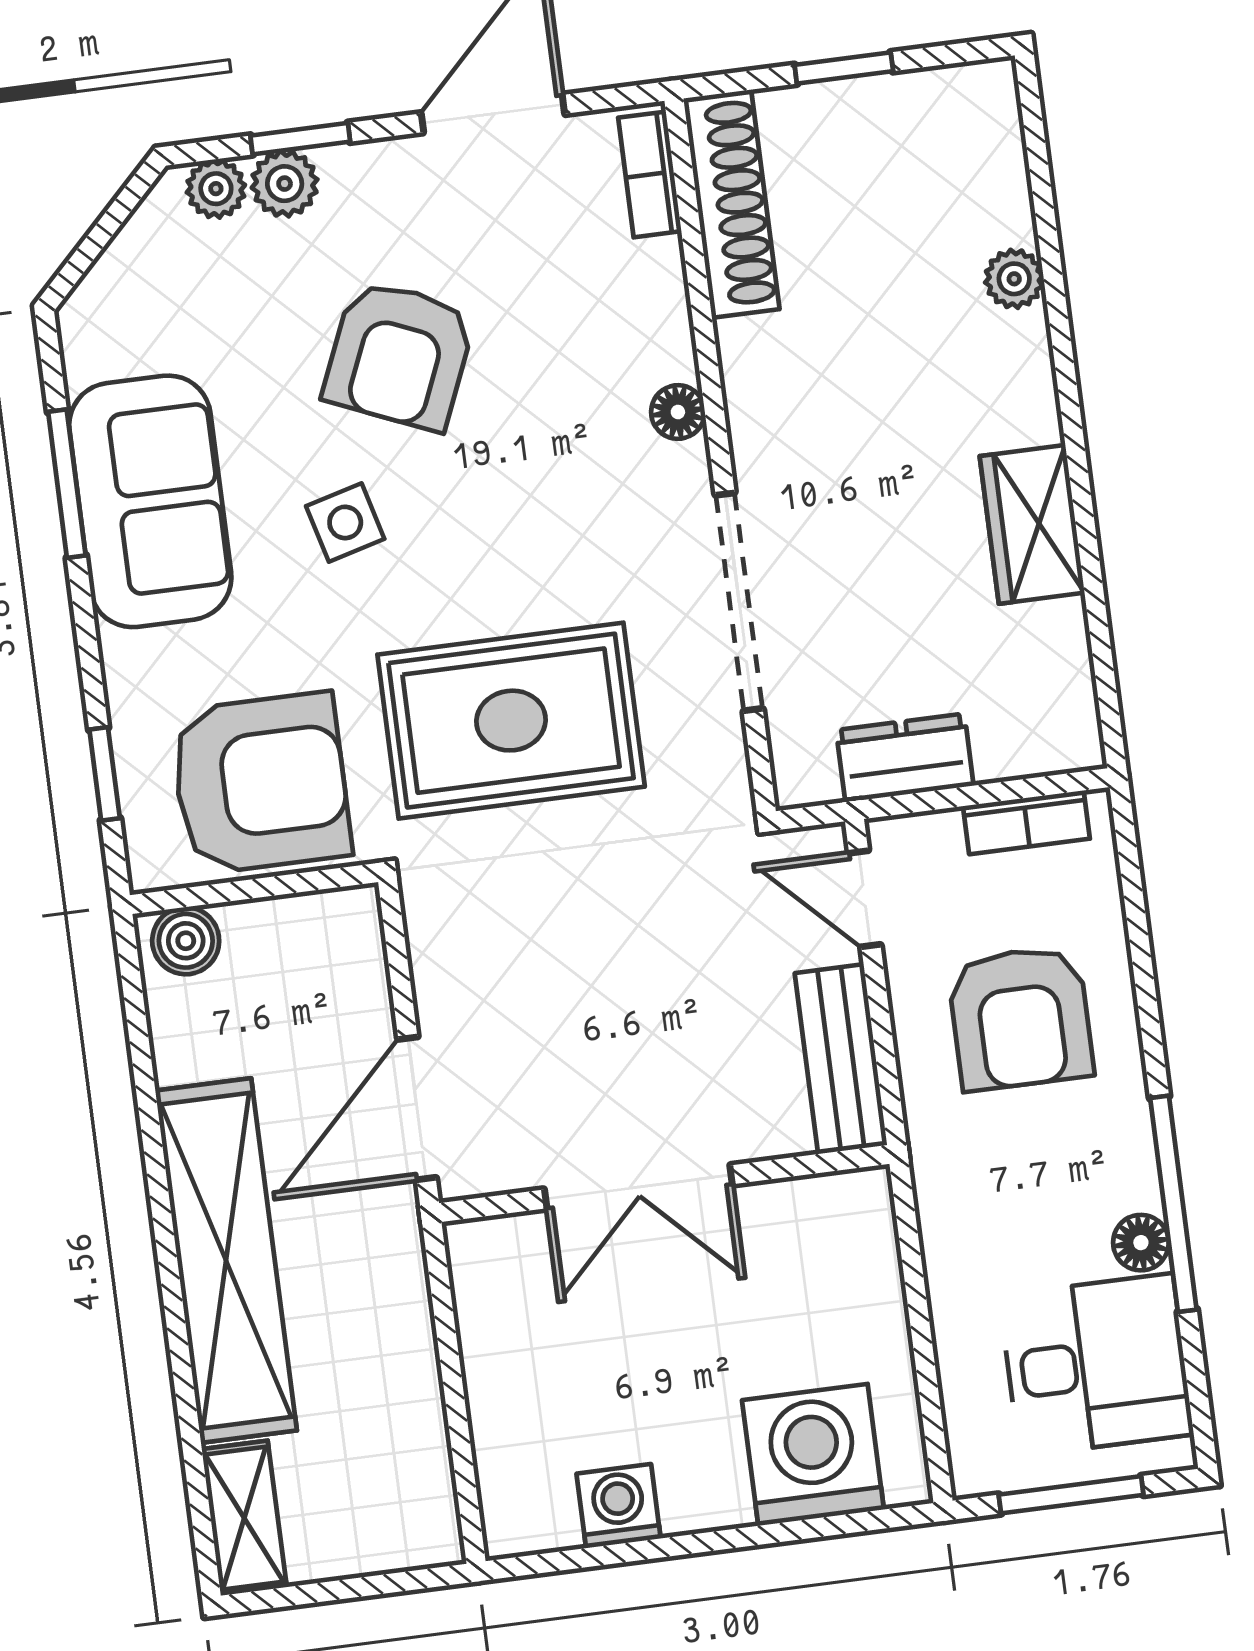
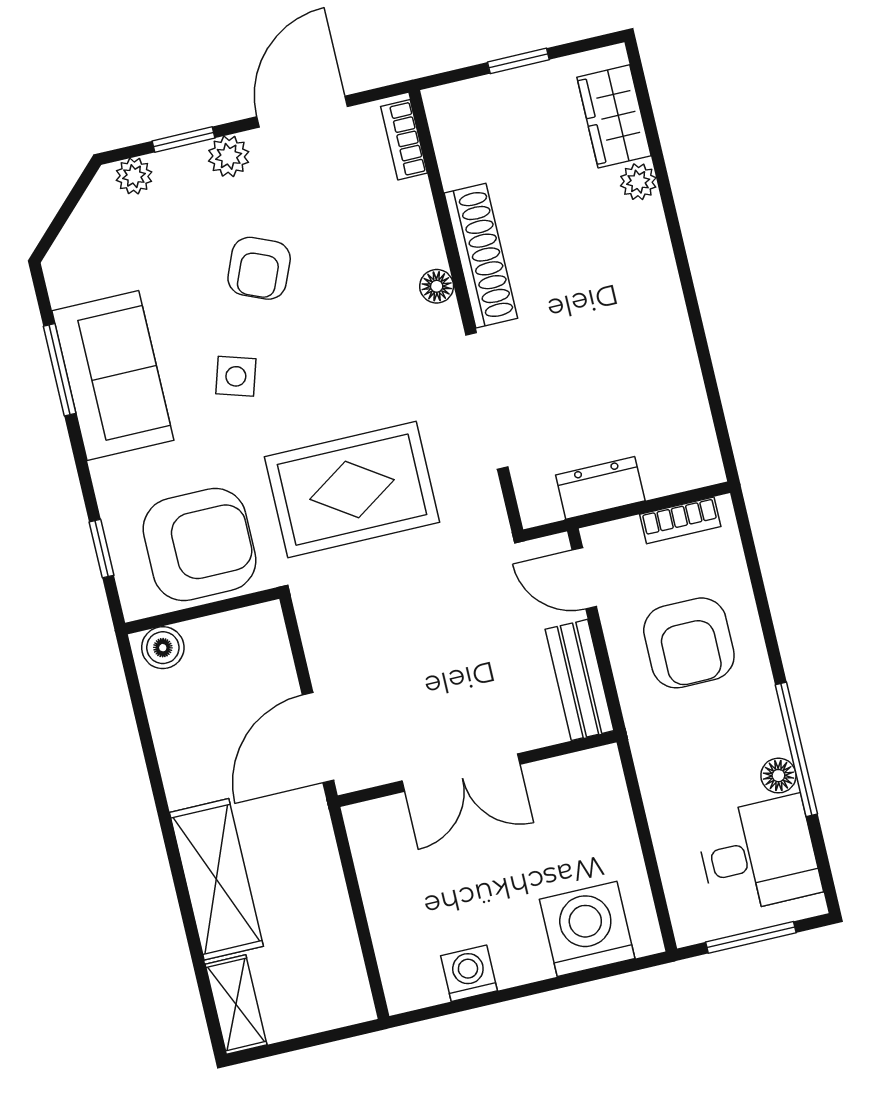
plant: (285, 184) -> (229, 156), moved
shoe rack: (731, 204) -> (481, 256), moved
armchair: (399, 355) -> (259, 268), width x0.72, depth x0.72
side table: (345, 522) -> (236, 376), turned 32
wardrobe: (1032, 524) -> (614, 116), moved
shelving: (226, 1261) -> (216, 879), width x0.68

